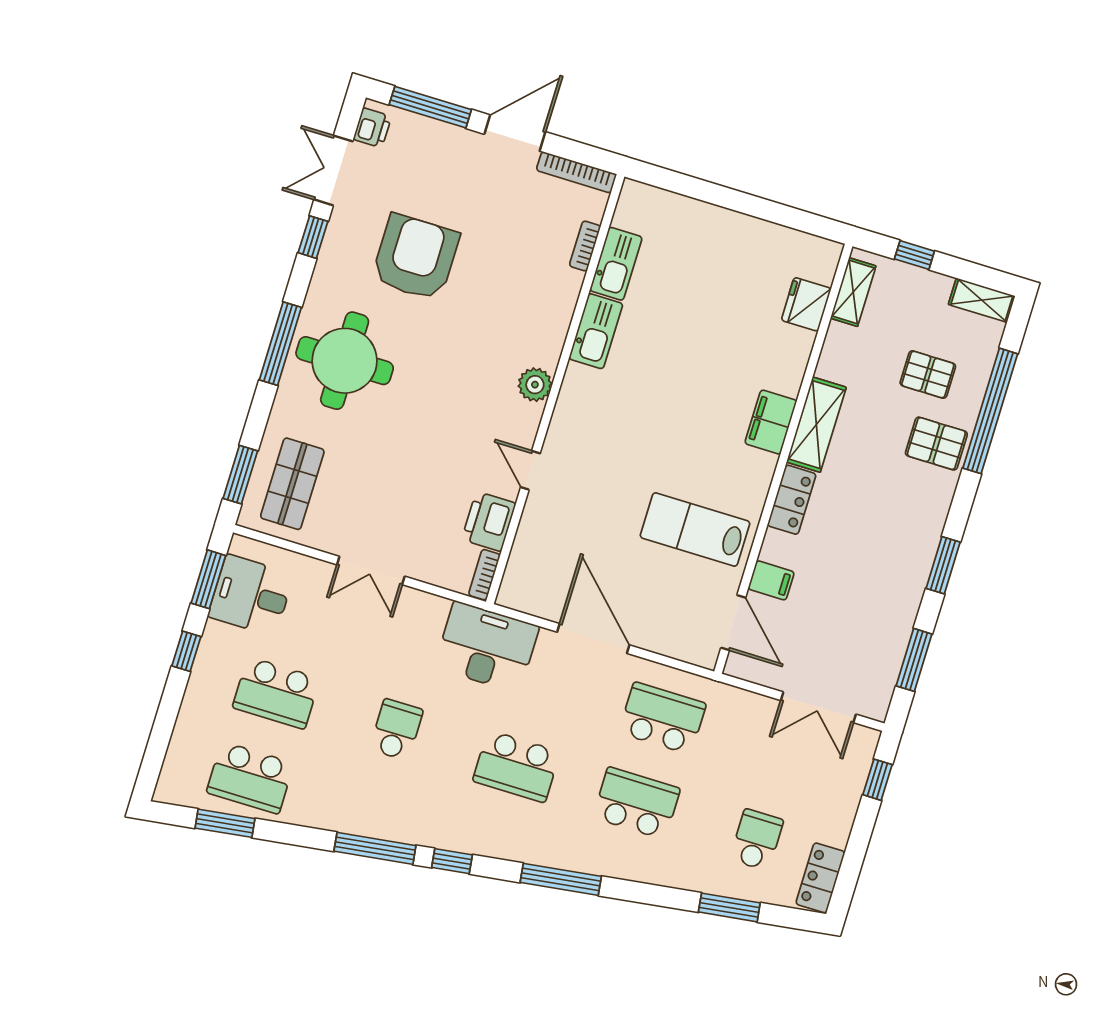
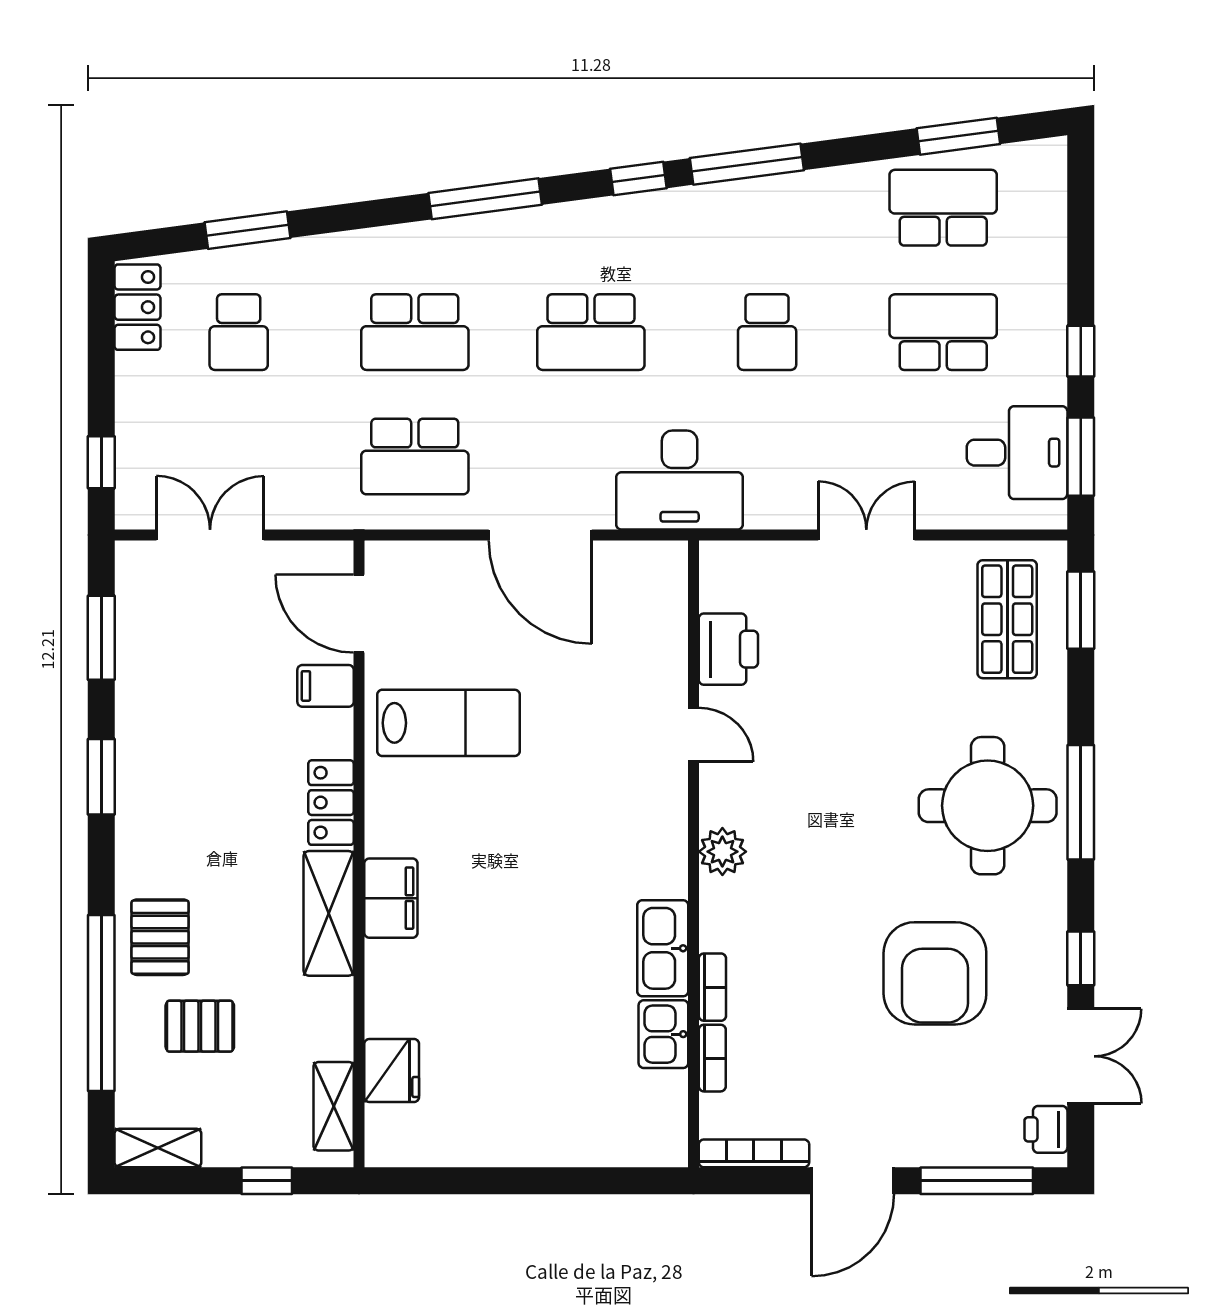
kitchen sink: (616, 264) -> (663, 1034), width x0.73
pallet: (936, 444) -> (160, 937), turned 90
bookcase: (484, 575) -> (712, 987), moved
school desk: (516, 766) -> (591, 332), turned 180

